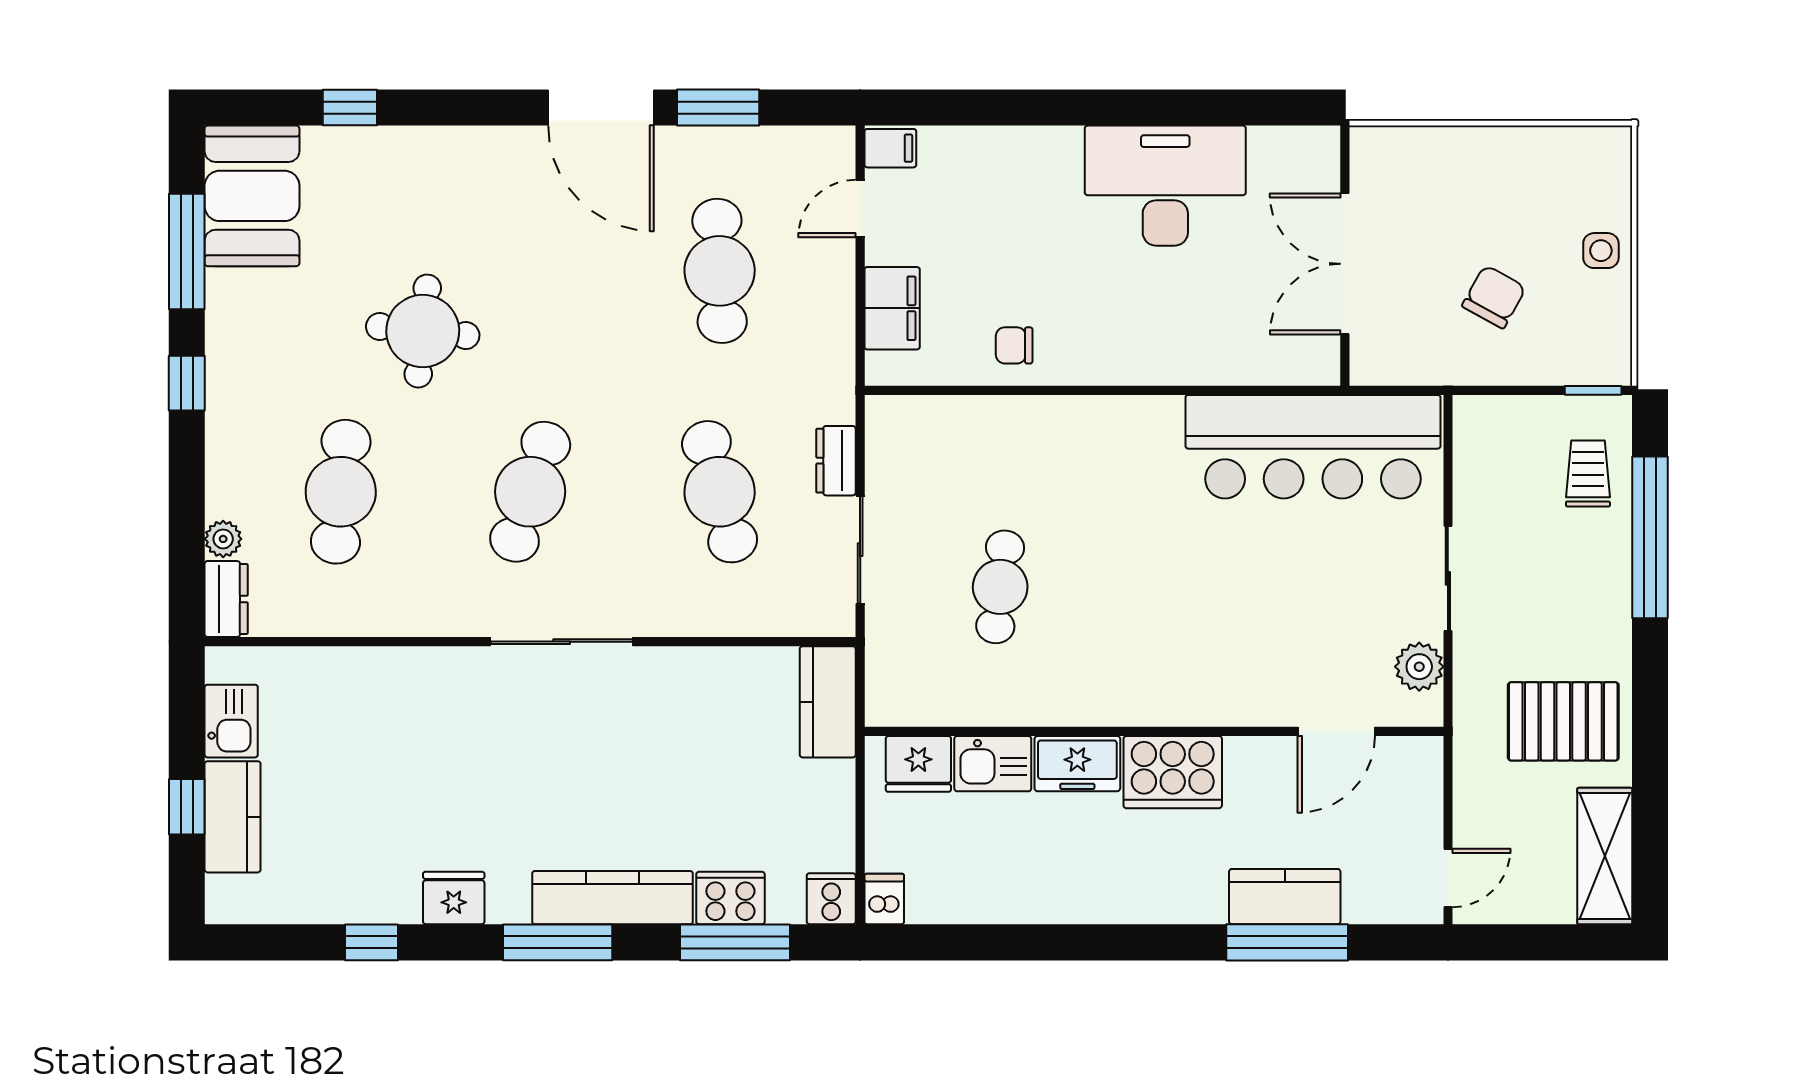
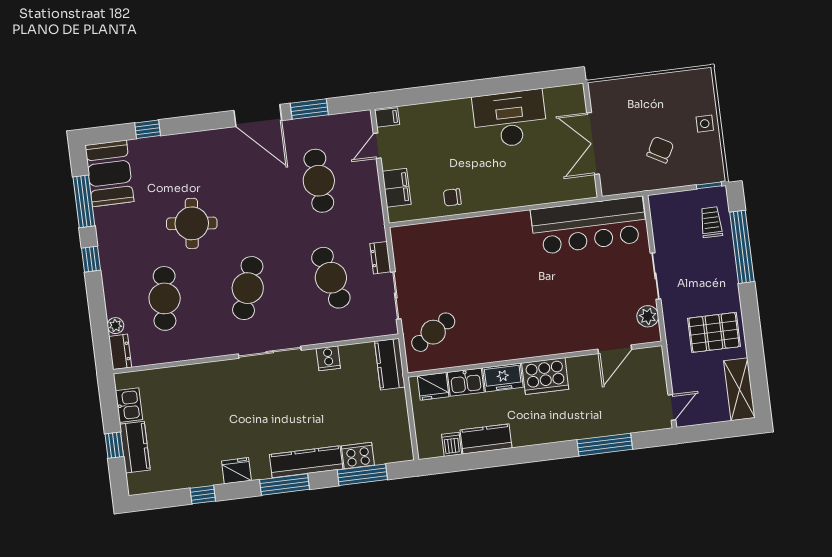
cafe table: (1000, 587) -> (433, 332), moved, turned 50
kitchen counter: (1285, 897) -> (486, 439), moved
cooker: (831, 899) -> (328, 358), moved, turned 180
dishwasher: (884, 899) -> (452, 444), moved

